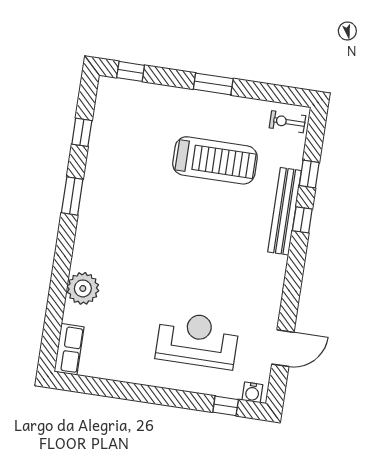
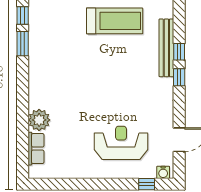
window: (309, 174) -> (179, 77), moved
window: (72, 196) -> (23, 44), moved
row of seats: (69, 349) -> (36, 149), moved

